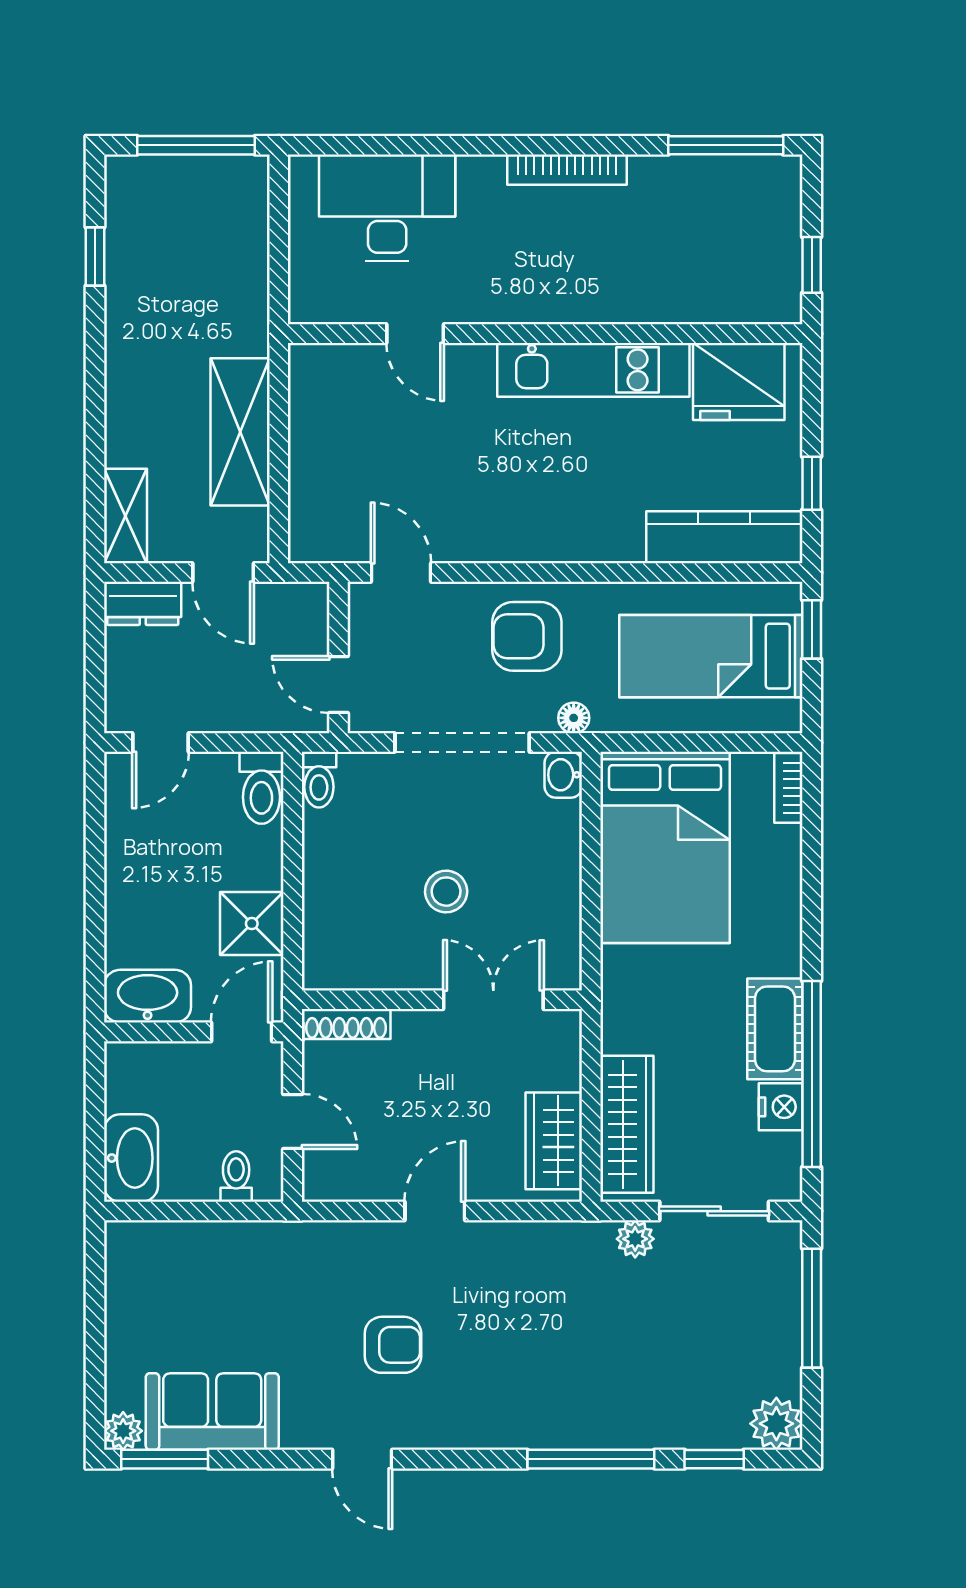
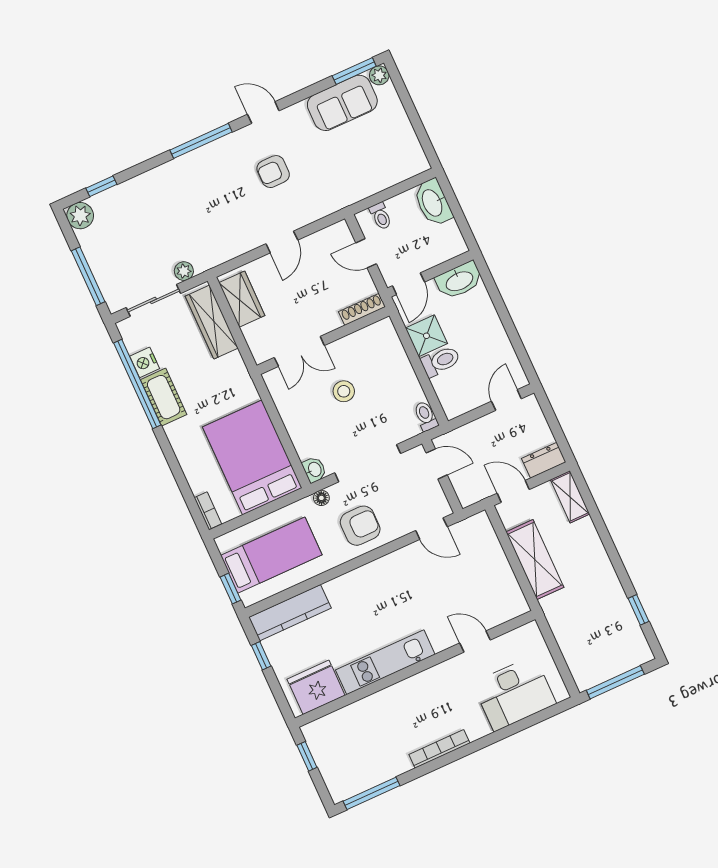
toilet: (261, 788) -> (440, 361), moved, turned 90
window: (591, 1459) -> (201, 141), moved

